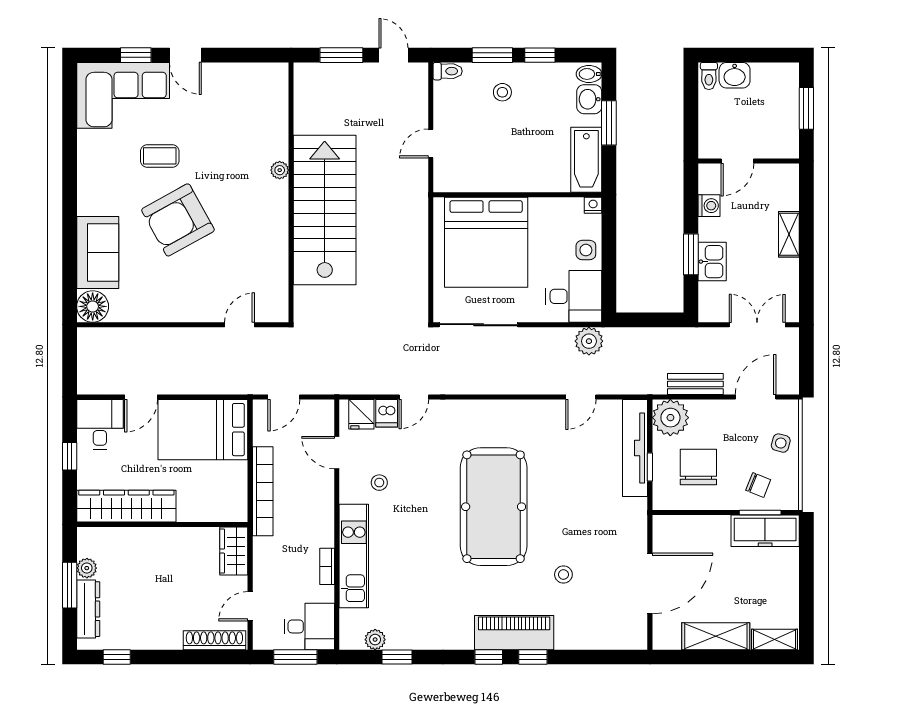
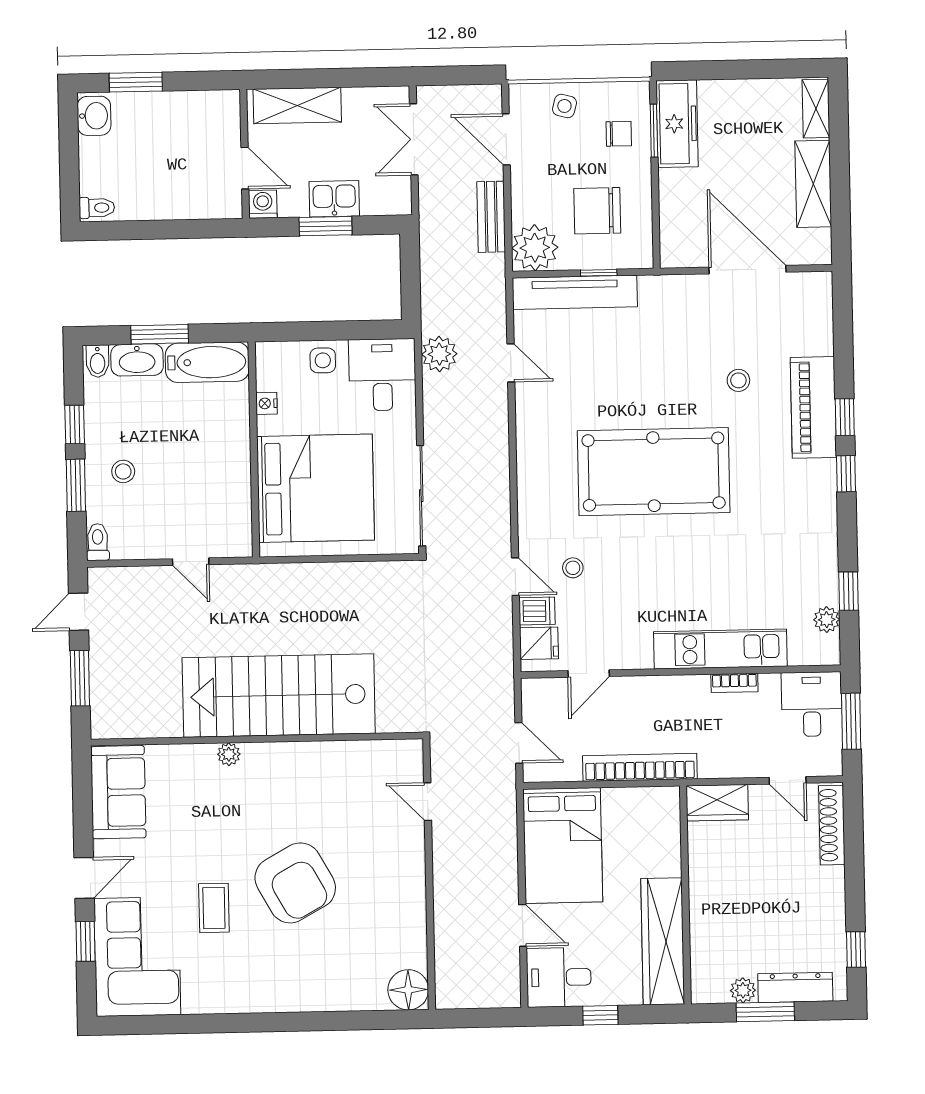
washbasin: (735, 75) -> (94, 116), moved
washbasin: (589, 99) -> (137, 360), width x1.38
door: (737, 161) -> (245, 168), moved
wall: (749, 161) -> (245, 154), moved
nightstand: (593, 205) -> (266, 403), moved
shelving: (789, 234) -> (297, 106), width x1.50, depth x1.33
sofa: (98, 253) -> (118, 792), moved, turned 90
stool: (379, 483) -> (573, 568), moved
chair: (758, 485) -> (619, 134), turned 68
piano: (514, 633) -> (813, 407), moved

